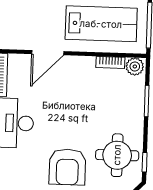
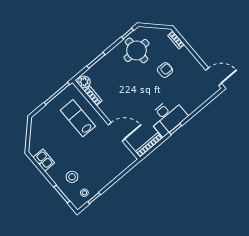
lab bench: (101, 24) -> (78, 118), width x0.73, depth x0.72
armchair: (67, 167) -> (165, 70), width x0.53, depth x0.53

